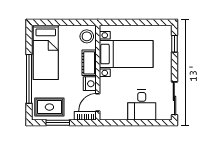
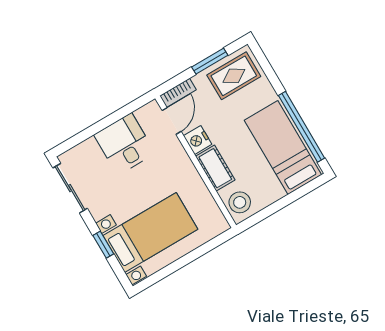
window: (174, 44) -> (103, 245), moved
bed with nightstands: (126, 54) -> (150, 232), moved, turned 180
window: (29, 79) -> (301, 127), moved
desk: (142, 105) -> (125, 144), moved

